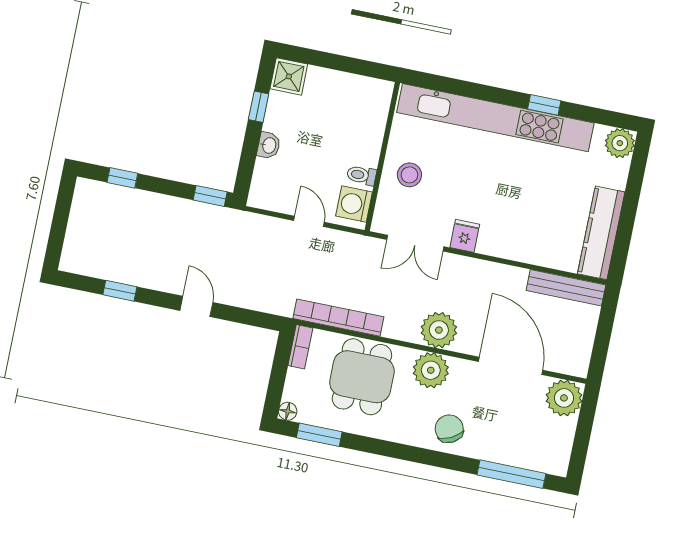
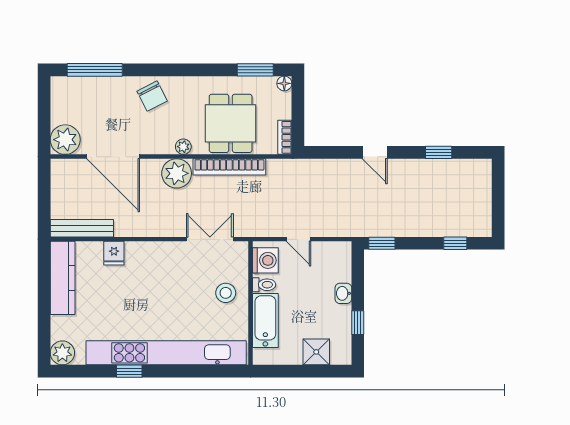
shower: (289, 76) -> (316, 352), moved
bathtub: (369, 132) -> (265, 321), added
fridge: (465, 236) -> (114, 253), moved
bookcase: (338, 318) -> (229, 167), moved
plant: (431, 370) -> (183, 147), width x0.53, depth x0.53

